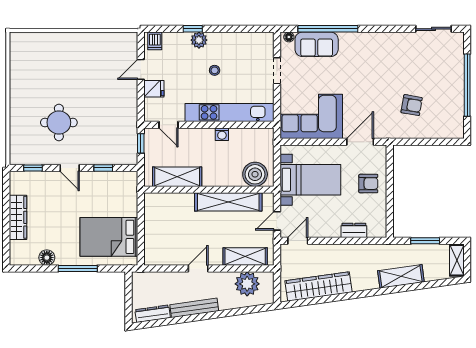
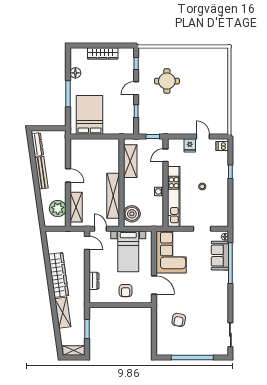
plant: (199, 40) -> (223, 176), removed
wardrobe: (319, 286) -> (58, 275), moved

